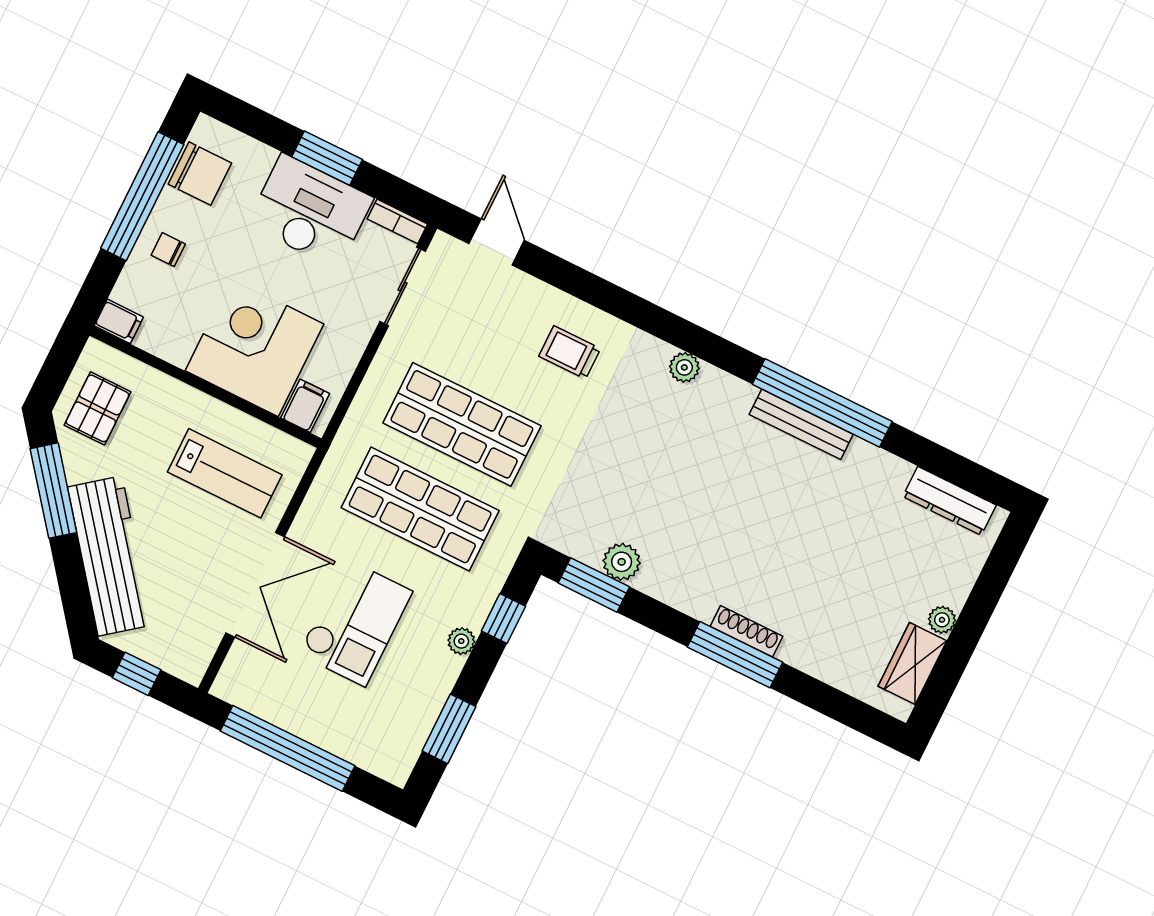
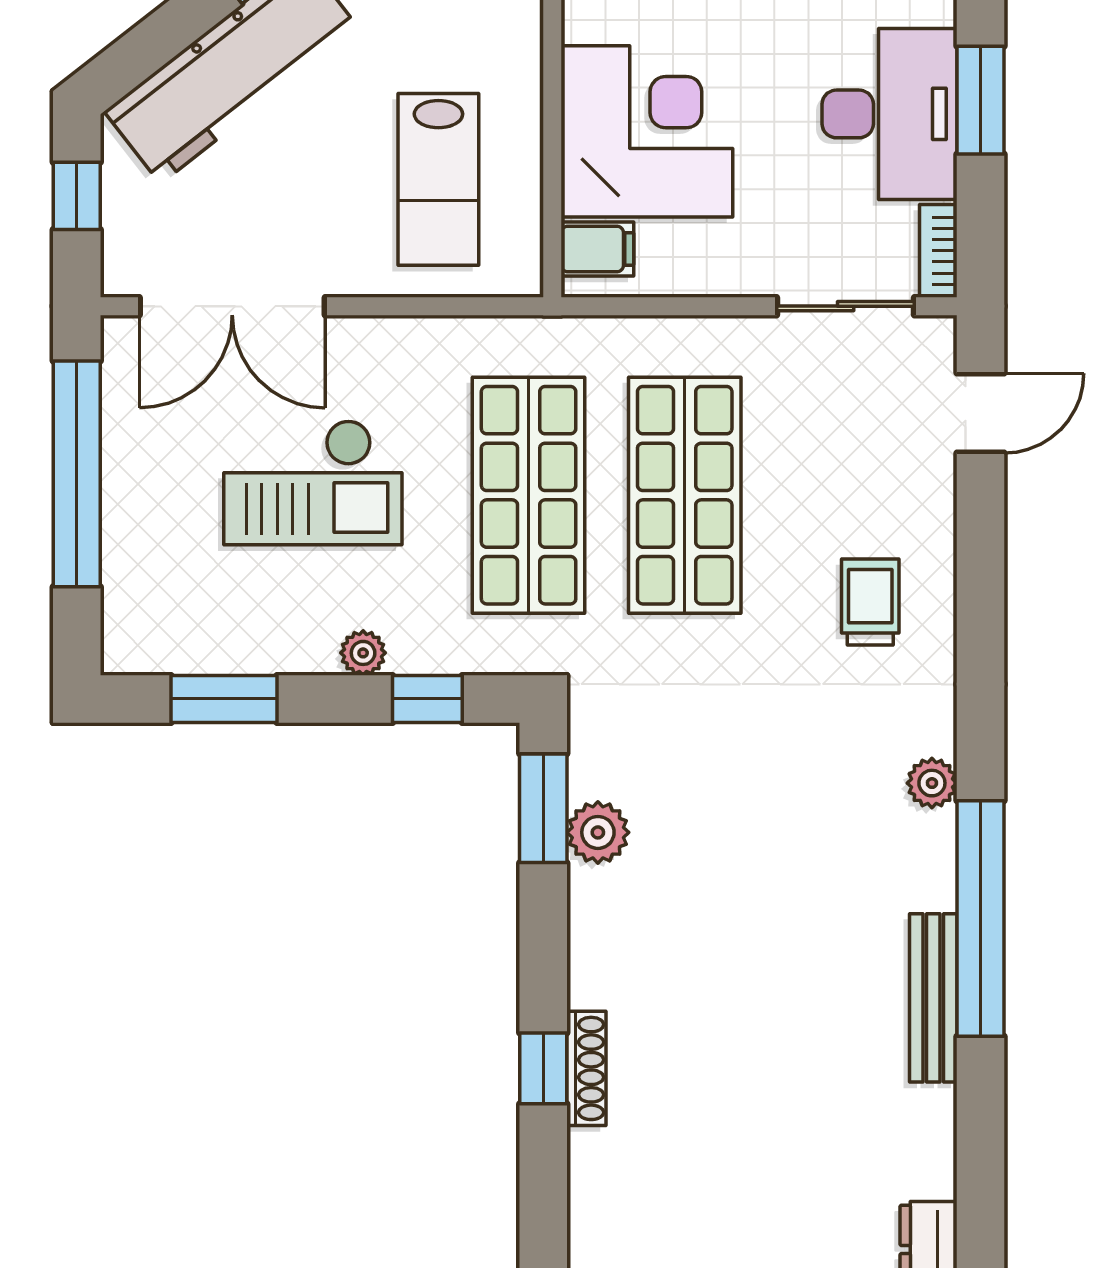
window: (822, 403) -> (980, 919), moved
double door: (255, 585) -> (232, 306), moved
window: (735, 655) -> (543, 1068), width x0.46

